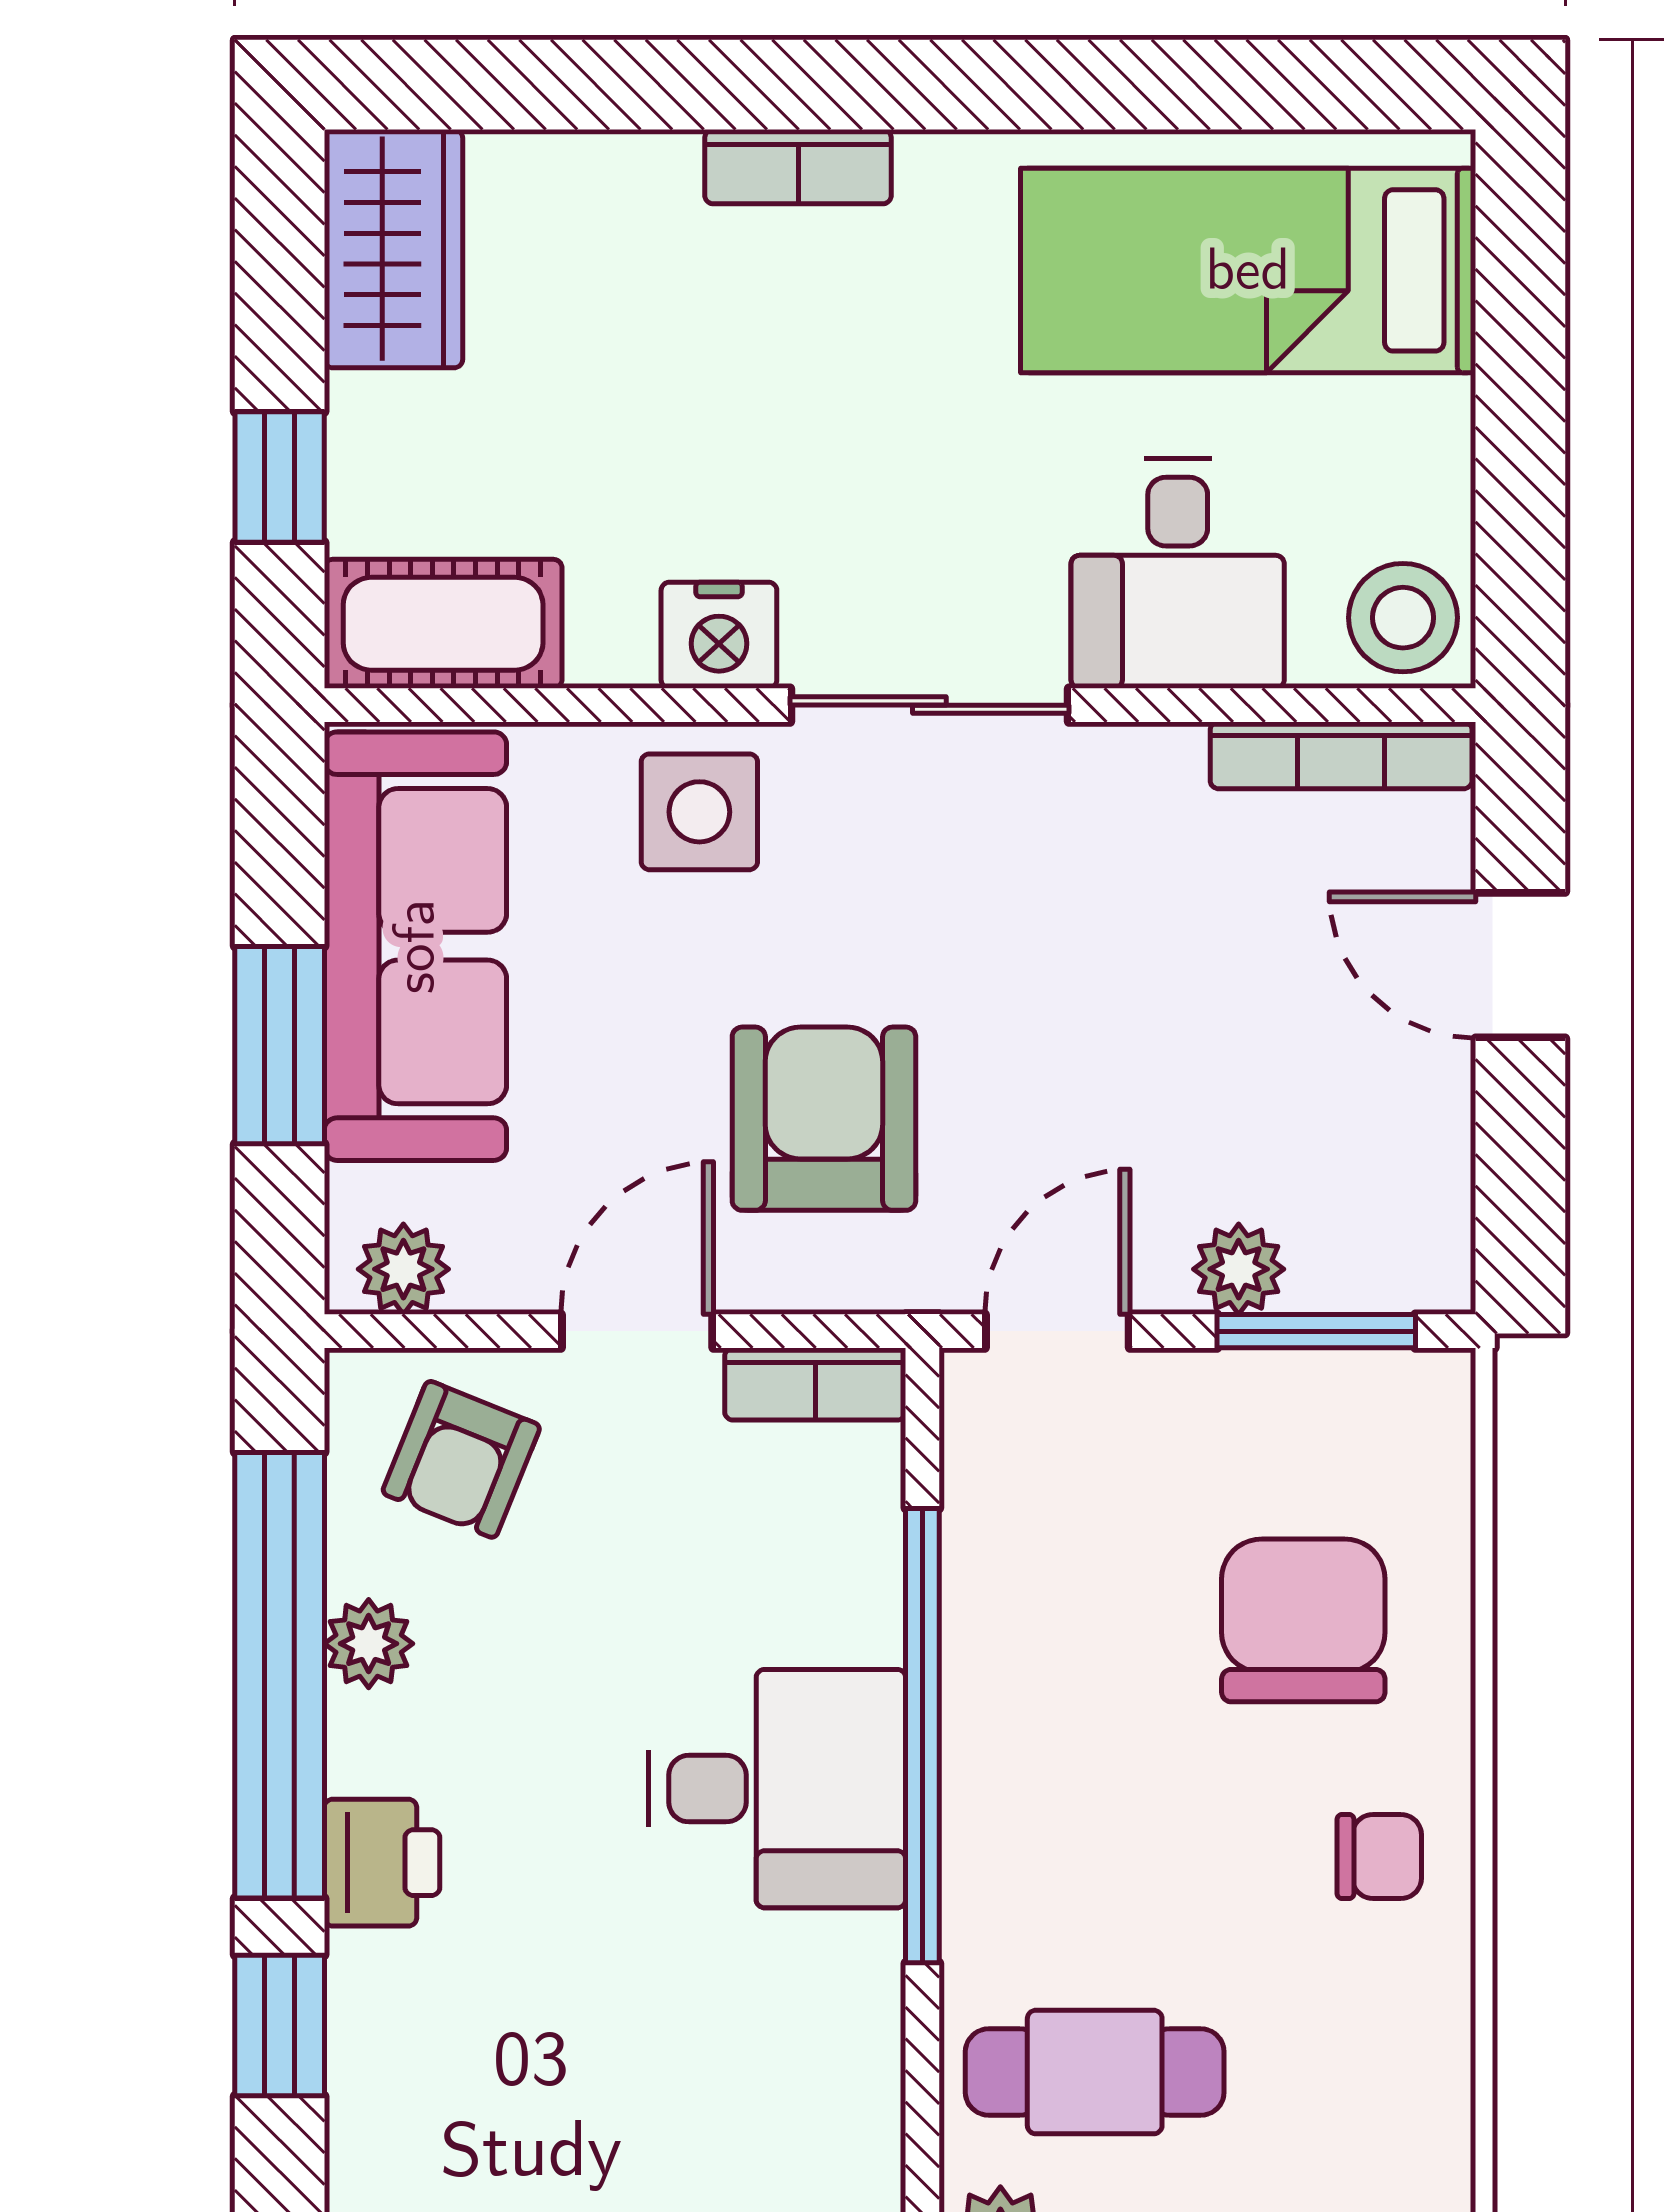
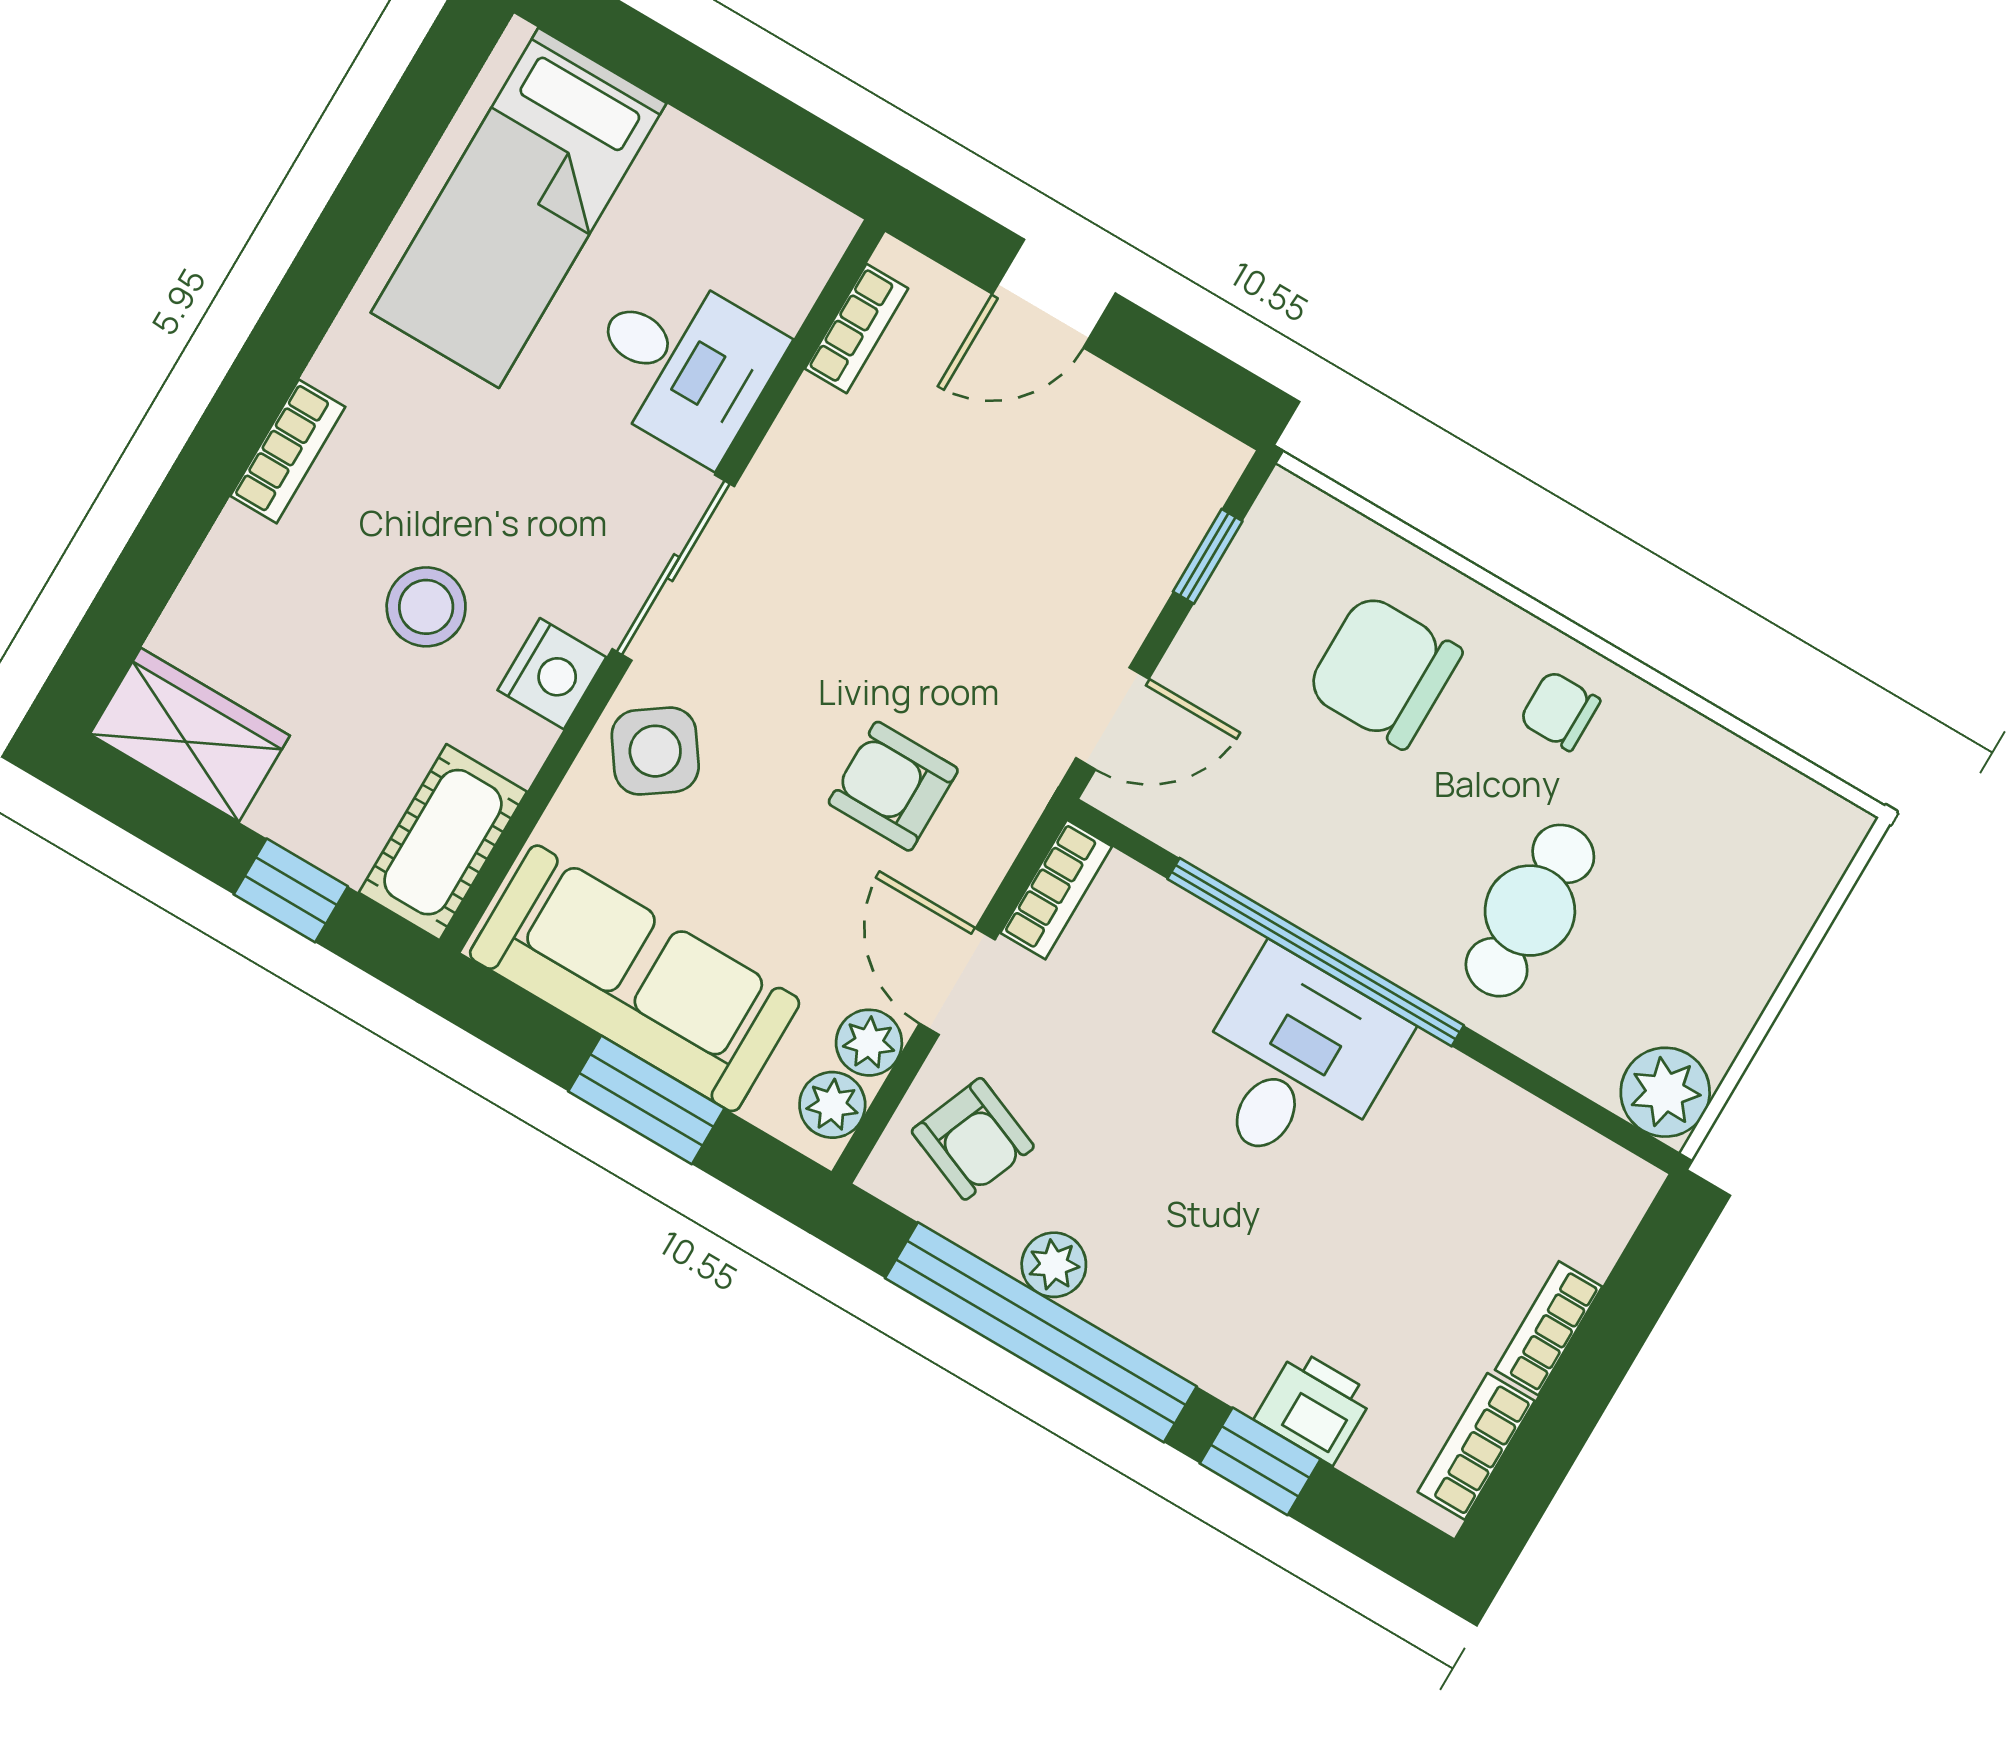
stool: (1403, 618) -> (426, 607), moved
bookcase: (1341, 755) -> (856, 329), width x0.64
side table: (699, 812) -> (655, 751), turned -35
armchair: (824, 1119) -> (893, 786), width x0.72, depth x0.72
plant: (1239, 1269) -> (869, 1043), moved
door: (1057, 1331) -> (1112, 718), swing flipped
window: (1316, 1331) -> (1208, 556), width x0.67
chair: (1379, 1856) -> (1560, 711), turned -90
printer: (382, 1863) -> (1314, 1407), moved
cafe table: (1095, 2072) -> (1530, 911), moved

